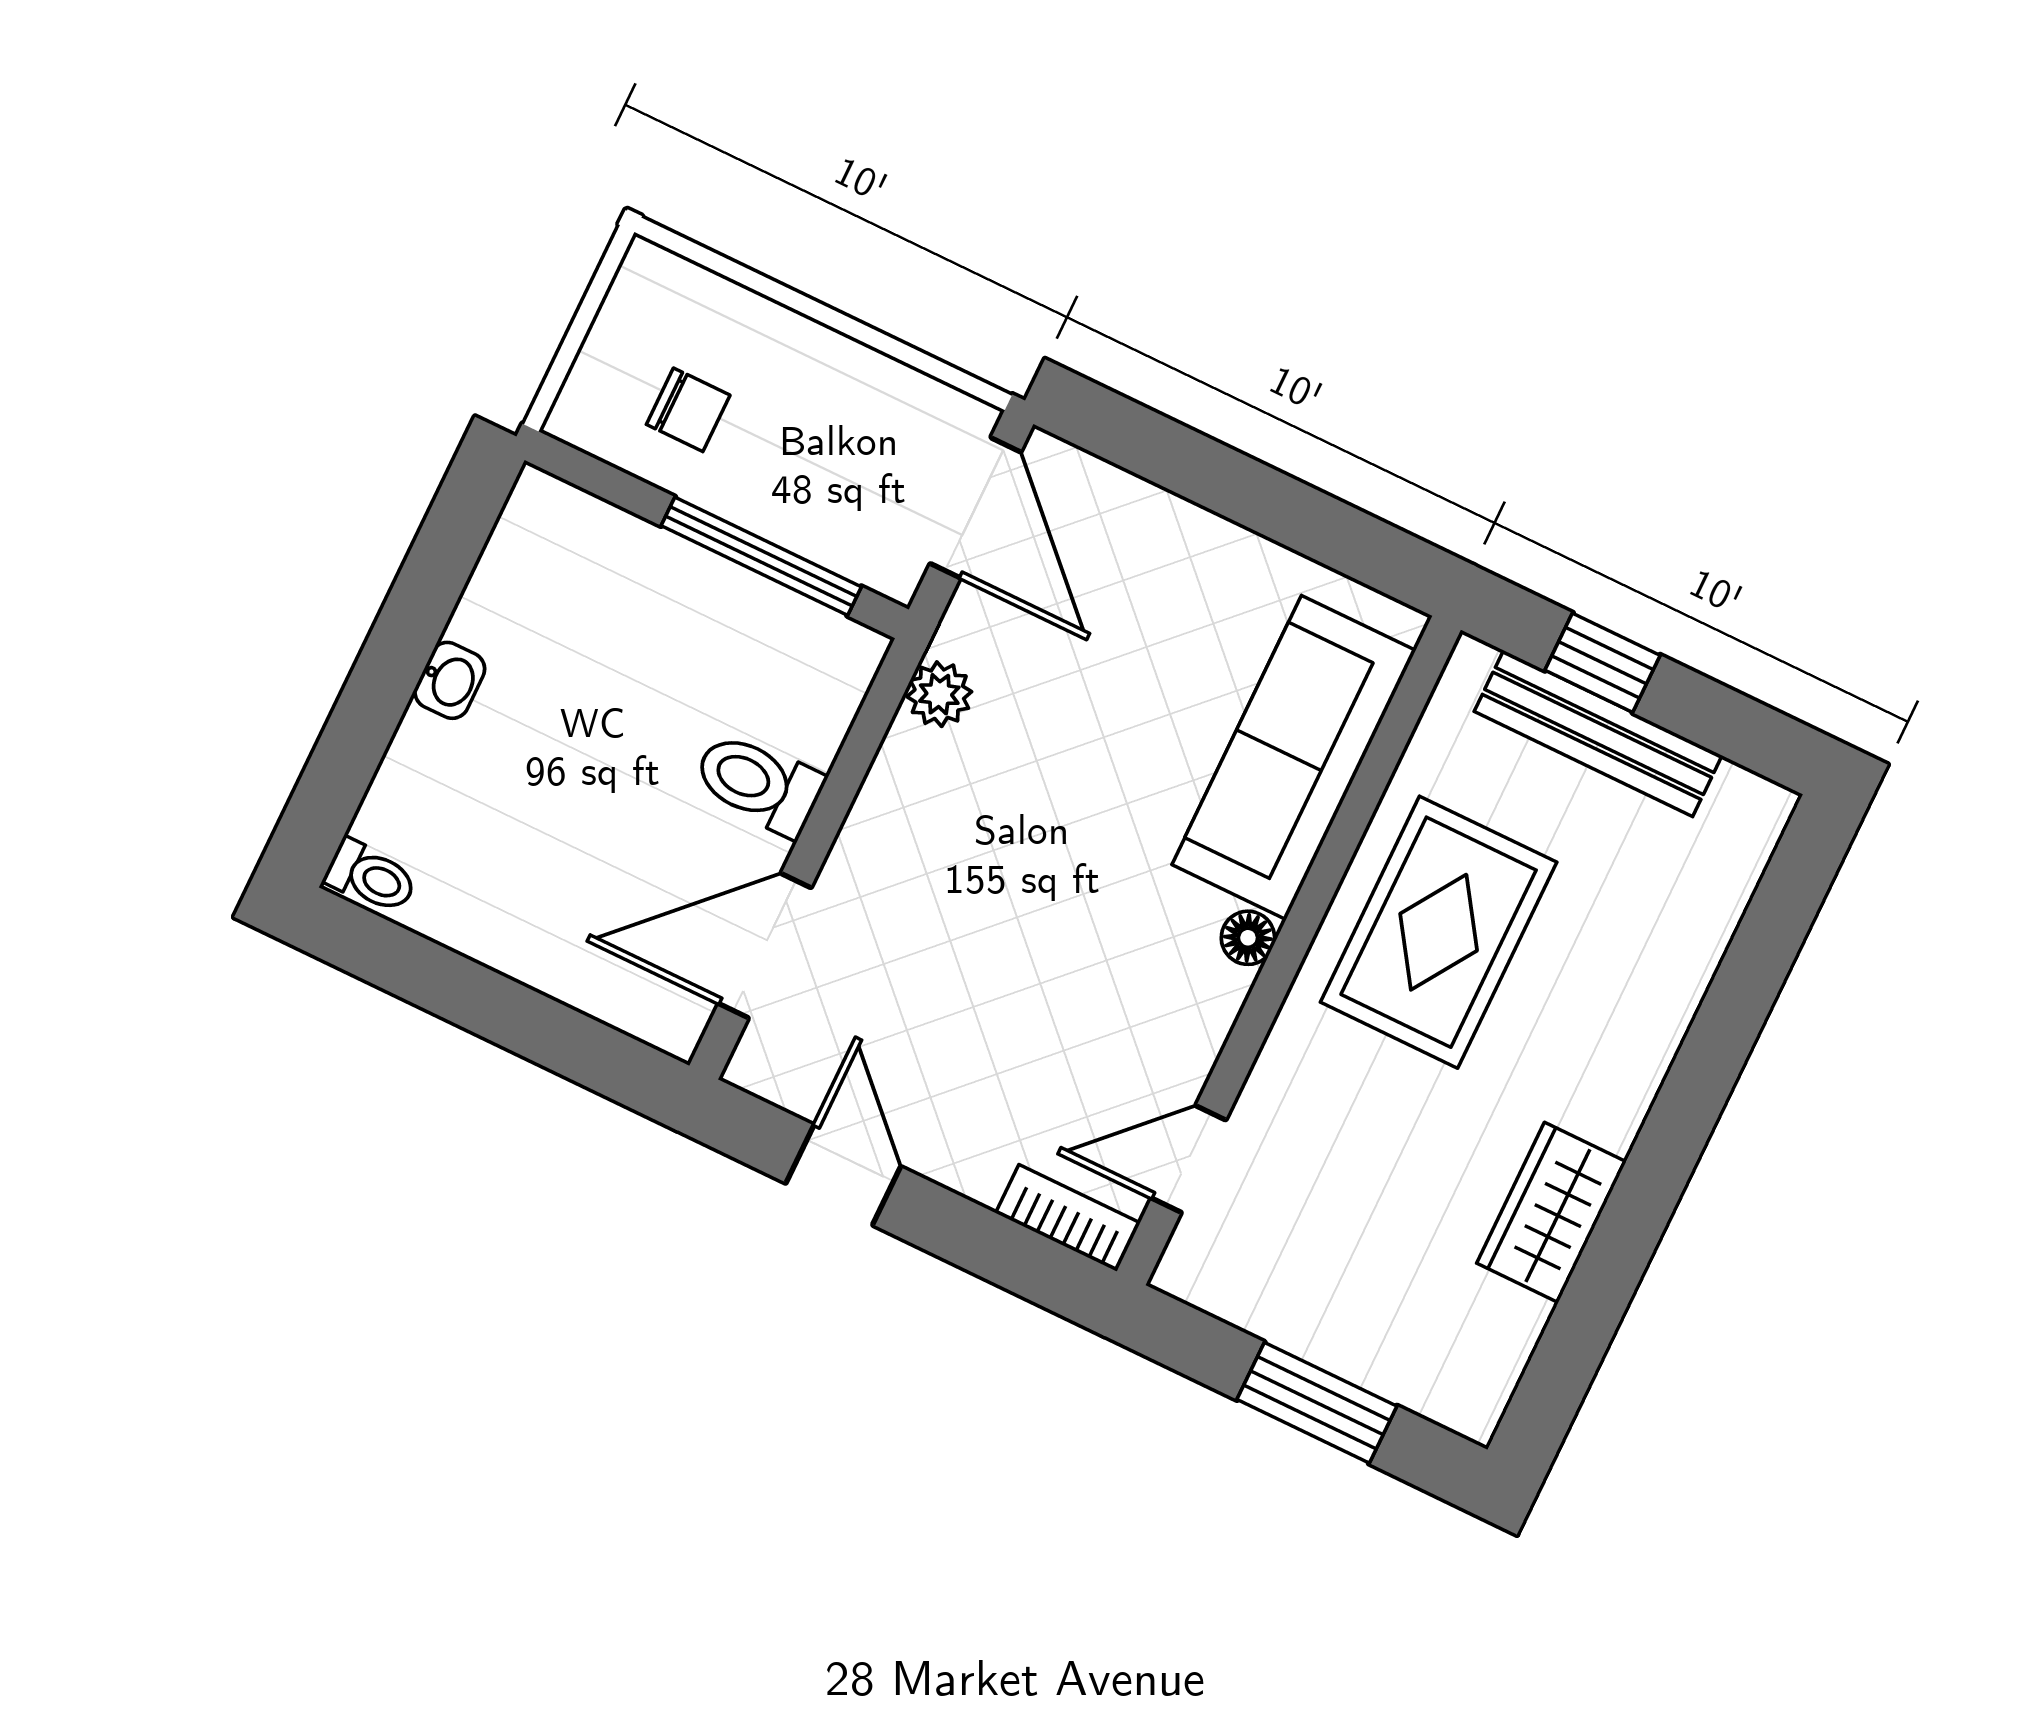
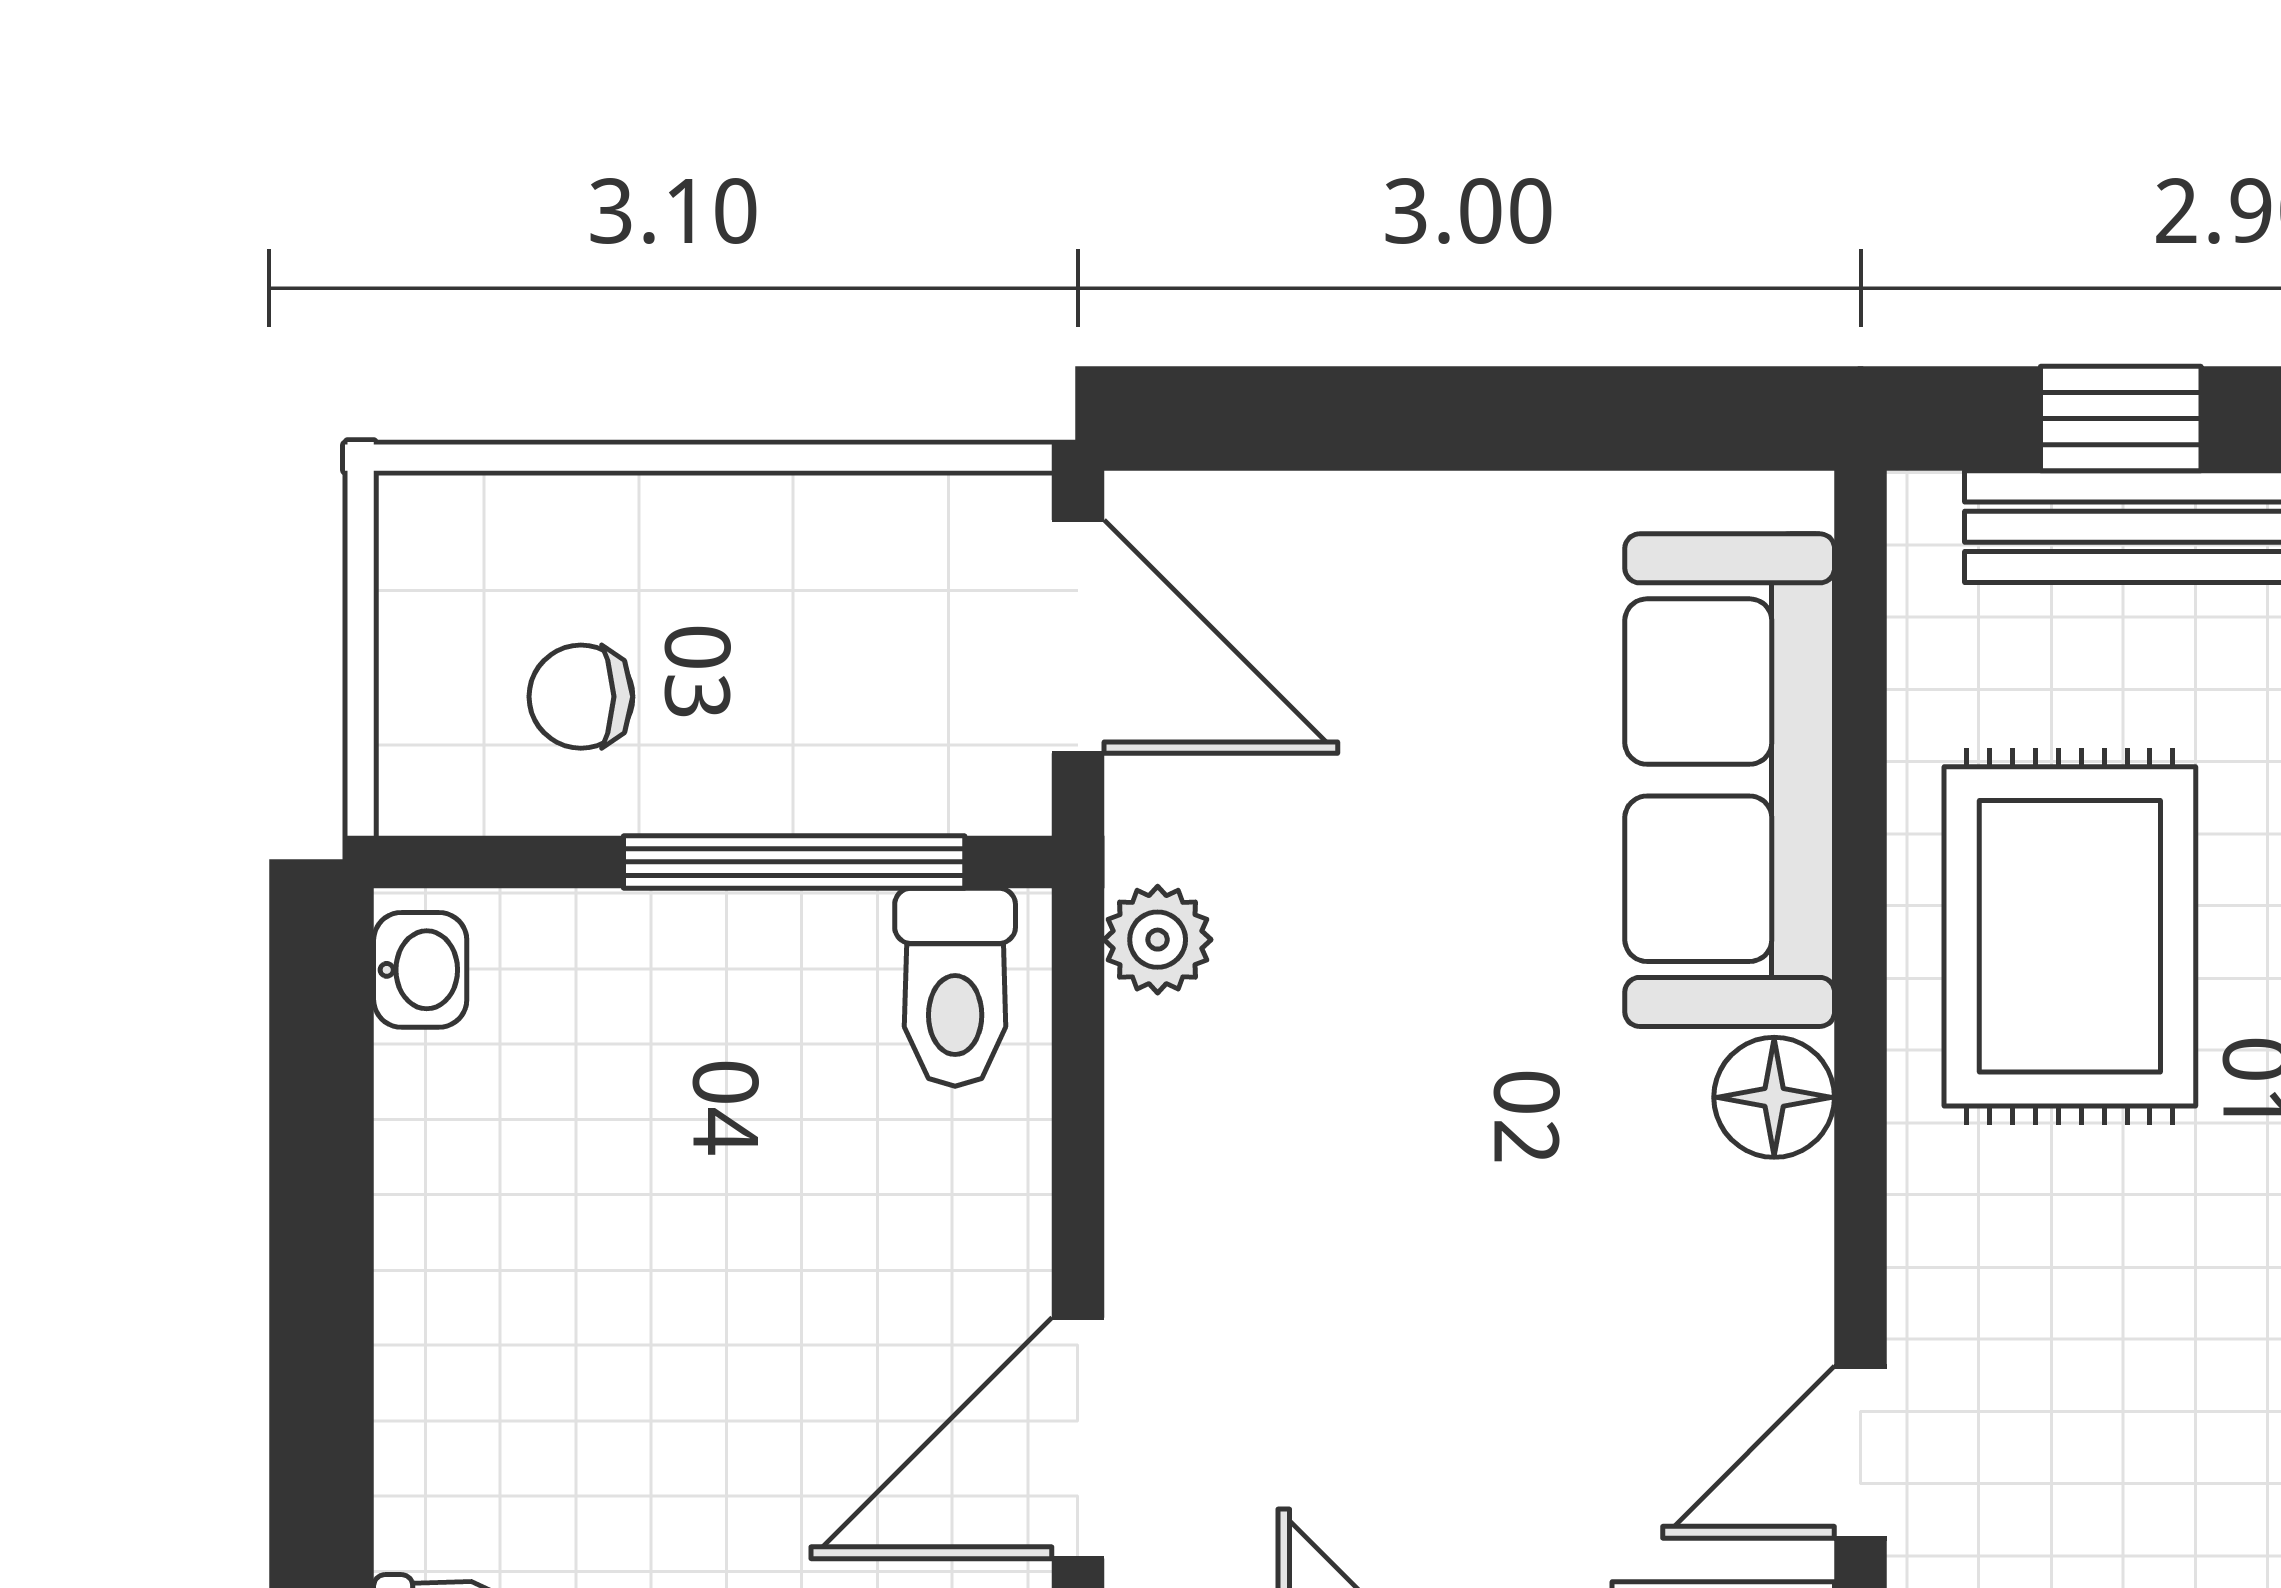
chair: (688, 410) -> (581, 697), turned 180
washbasin: (450, 680) -> (420, 970), moved
toilet: (758, 783) -> (955, 987), moved, turned -90
floor lamp: (1248, 938) -> (1774, 1097), width x1.37, depth x1.37

